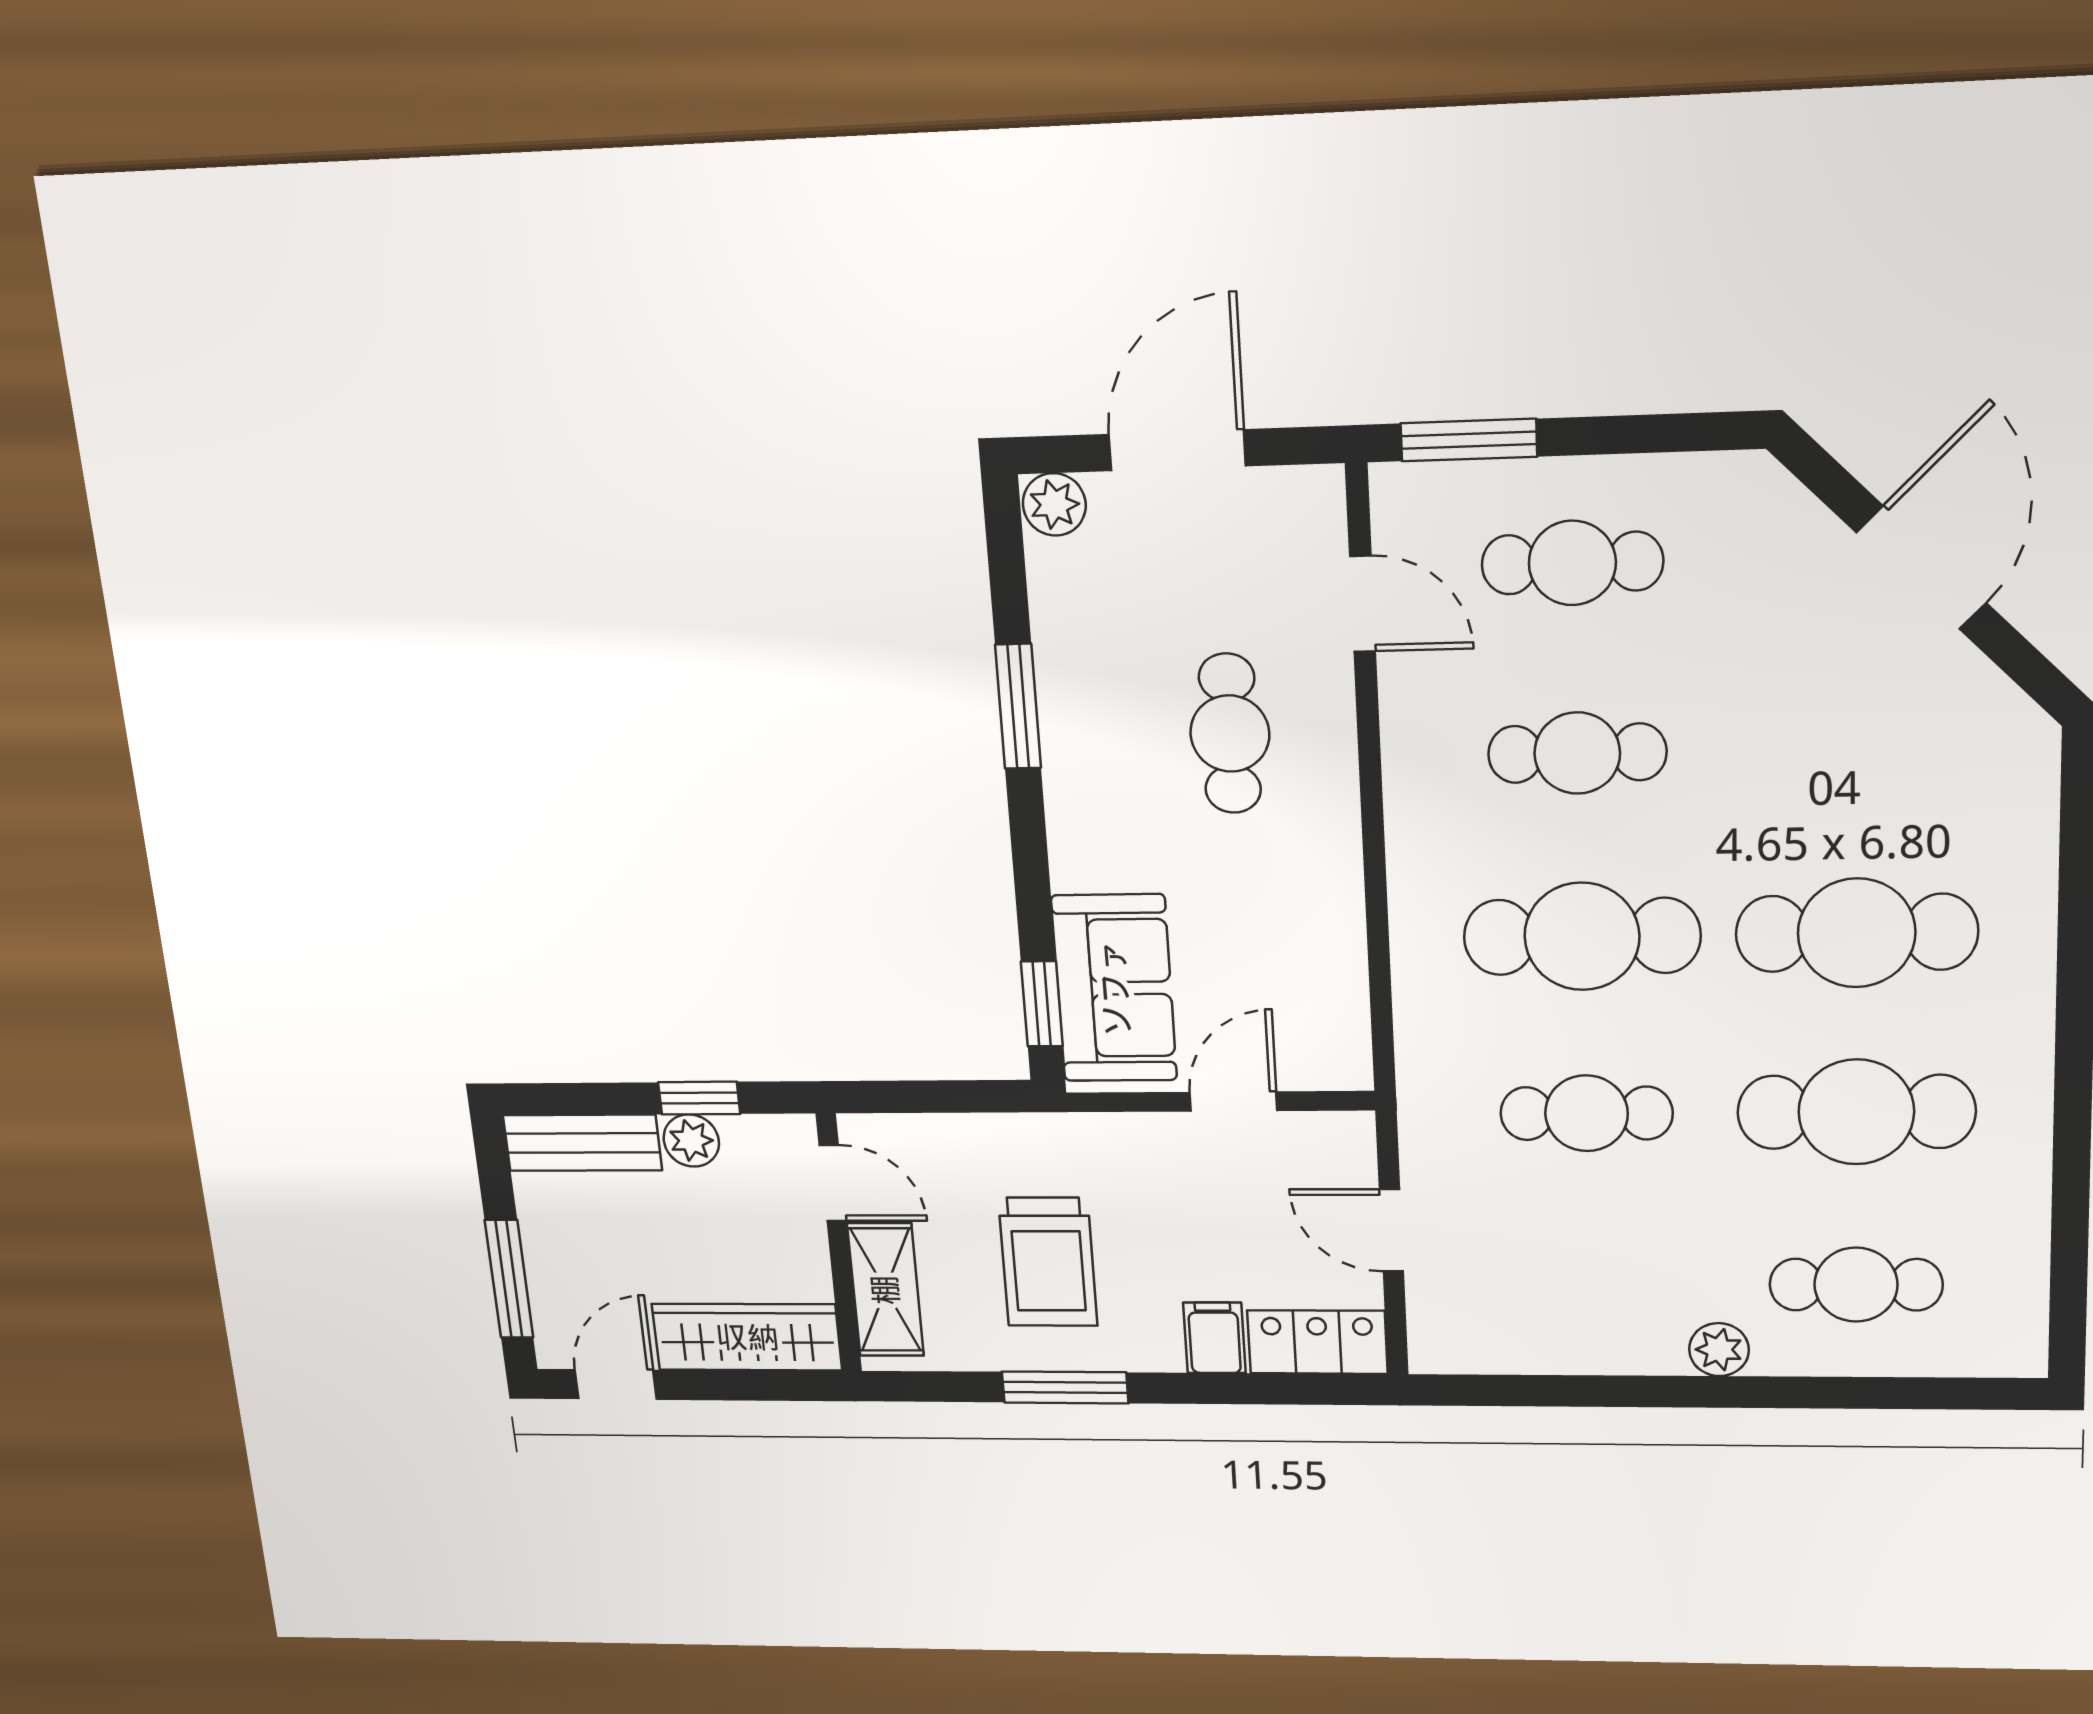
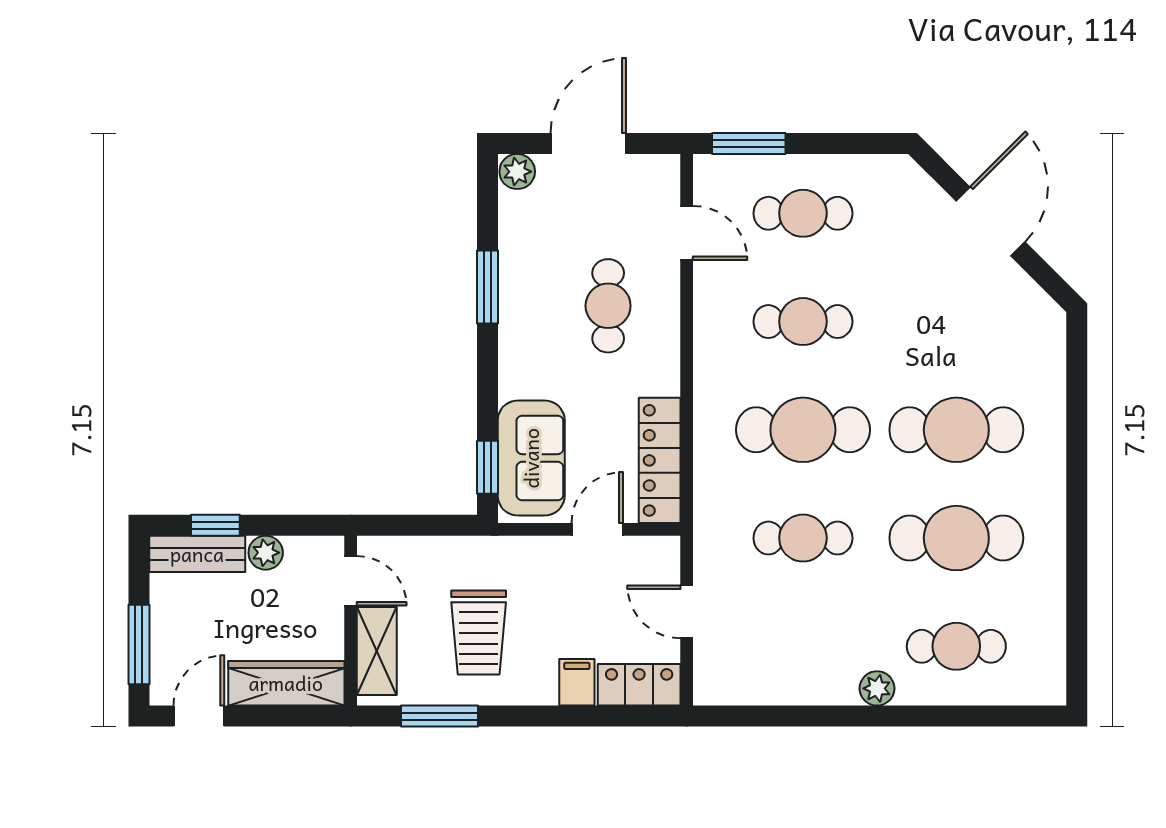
locker: (1334, 990) -> (660, 460), added
window: (699, 1098) -> (215, 525), moved
window: (1065, 1387) -> (439, 716), moved

